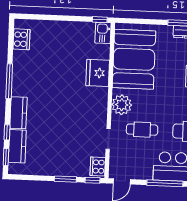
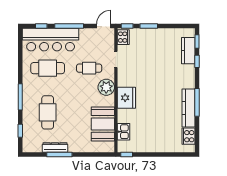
kitchen sink: (103, 33) -> (124, 132), moved
booth: (134, 59) -> (103, 124), width x0.73, depth x0.70
fridge: (98, 73) -> (126, 98), moved
kitchen counter: (18, 113) -> (188, 108), moved, width x1.50

